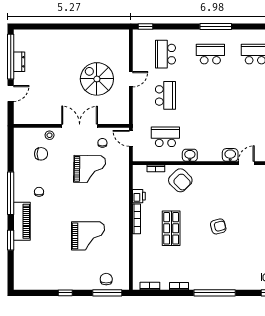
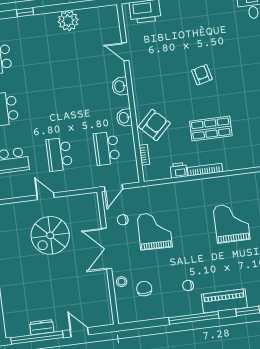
school desk: (165, 95) -> (59, 154), turned -90
washbasin: (230, 155) -> (120, 86), moved

